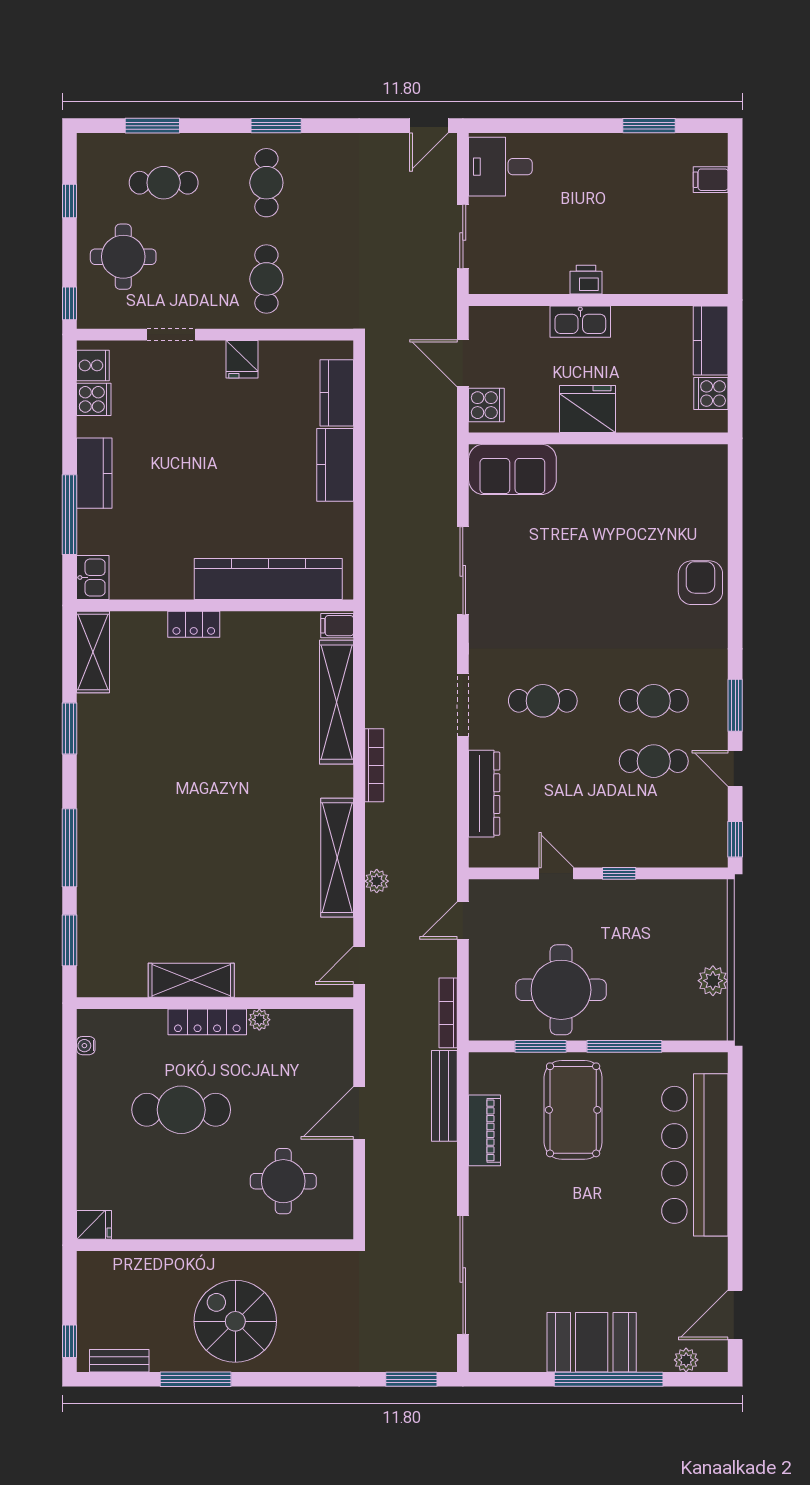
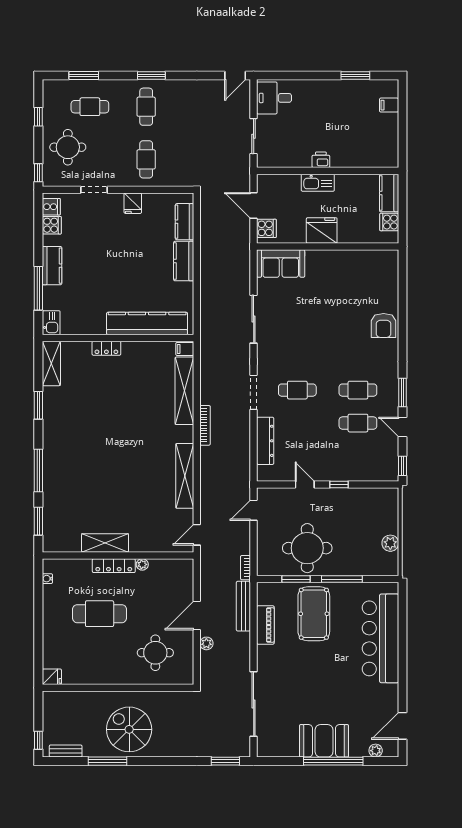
armchair: (700, 583) -> (384, 325), turned 180
plant: (377, 881) -> (206, 643), moved
bookcase: (448, 1013) -> (245, 568), width x0.64

